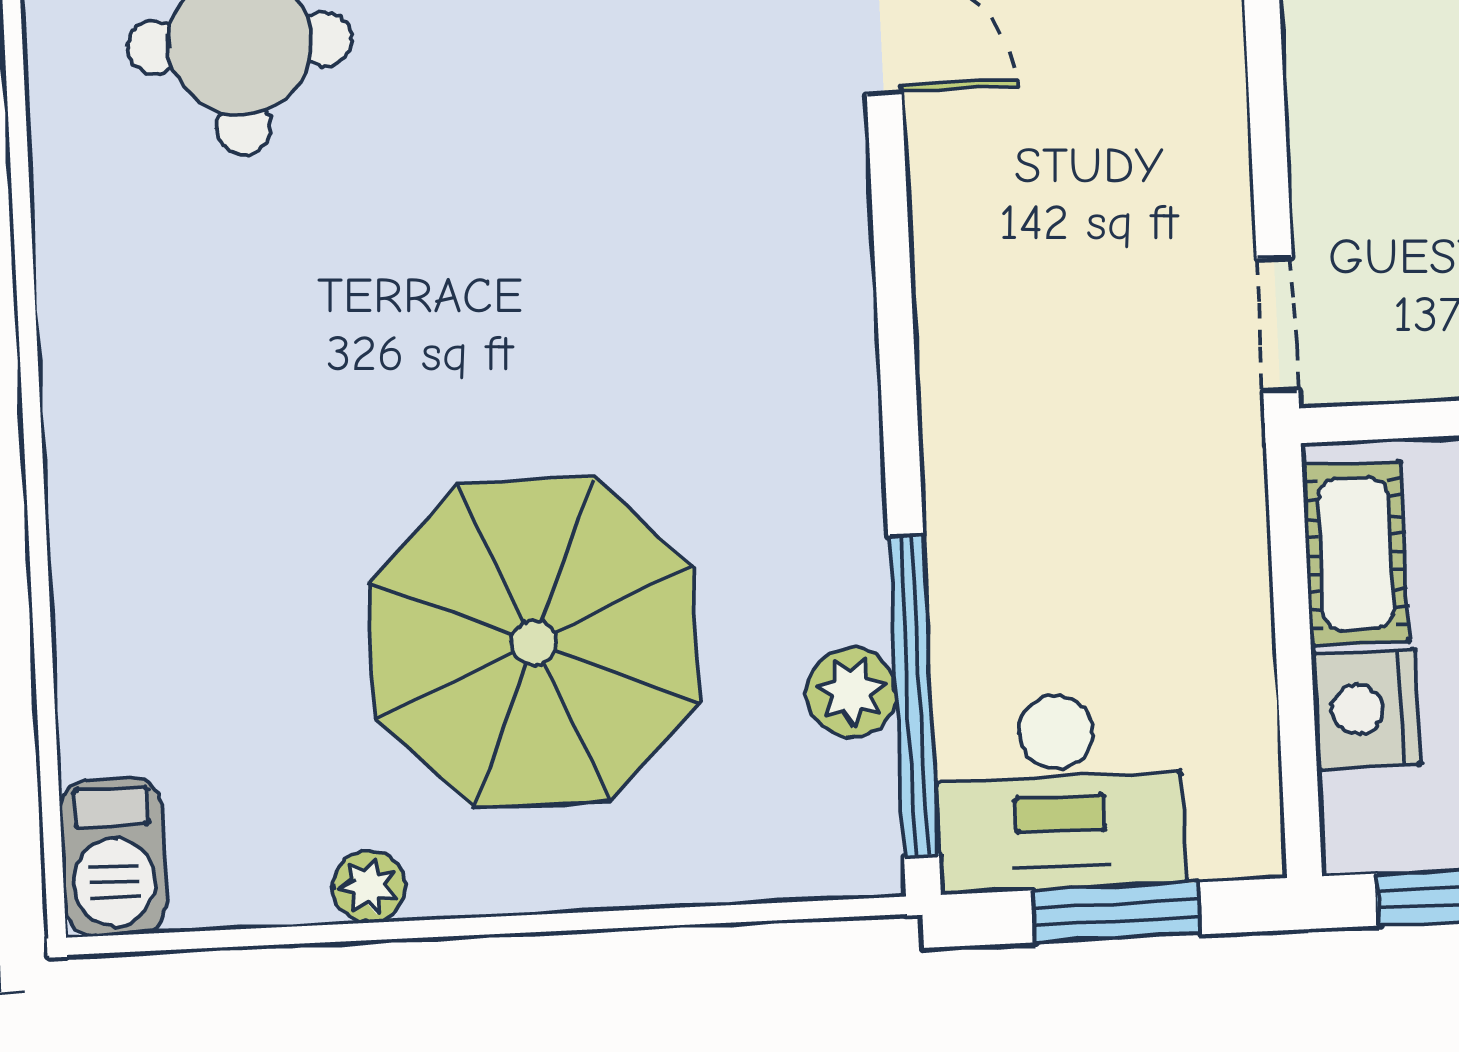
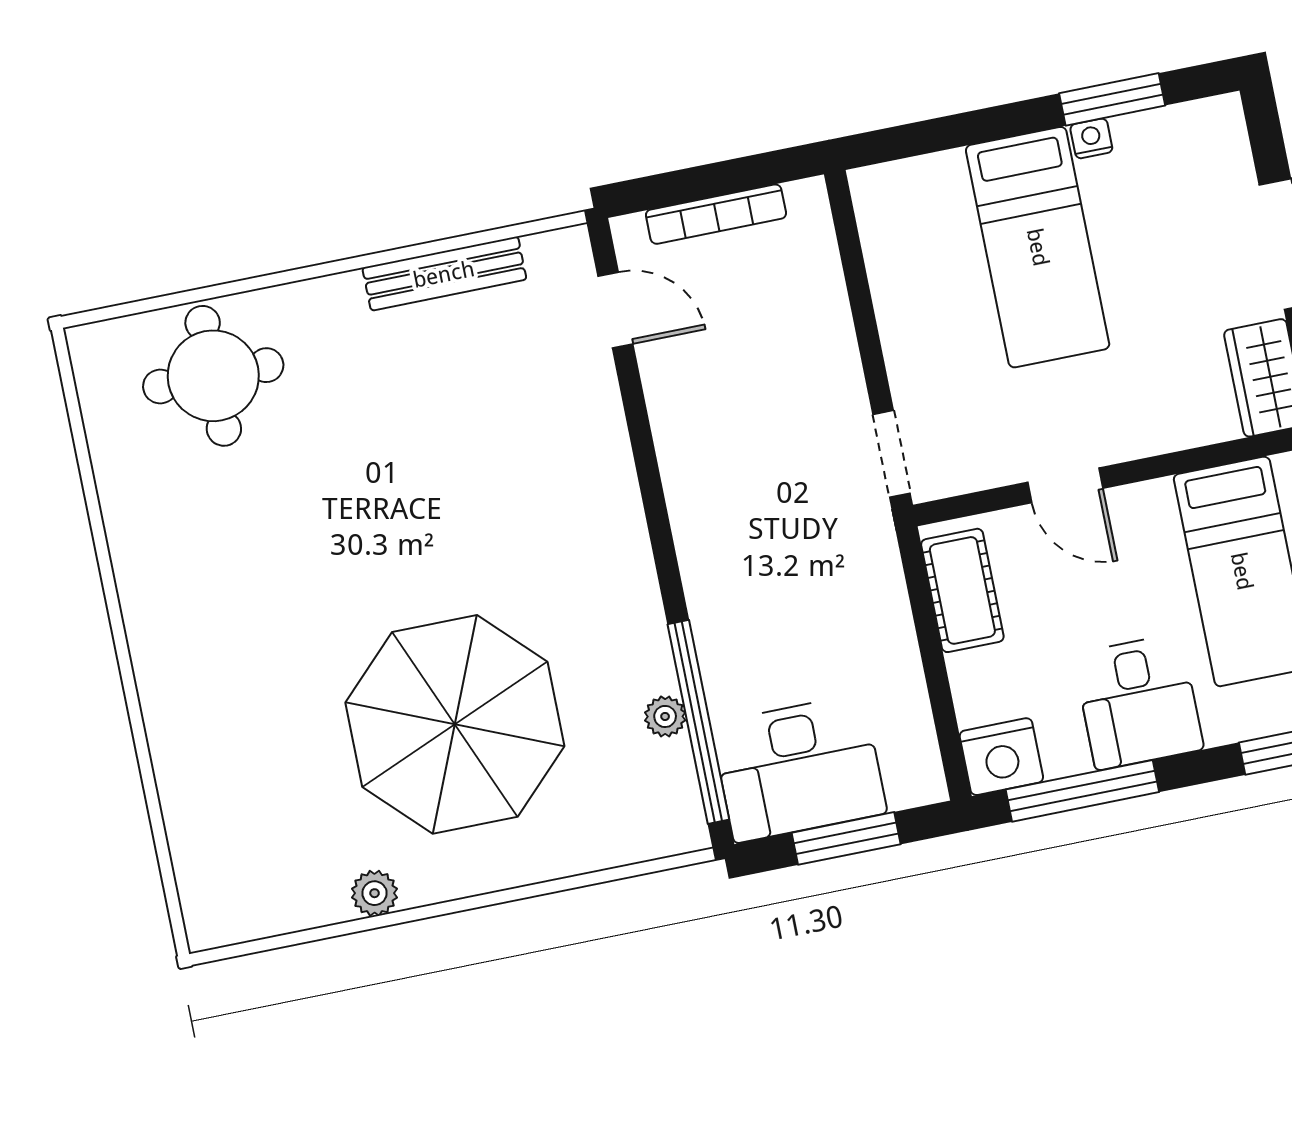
plant: (851, 693) -> (665, 716), width x0.73, depth x0.73
nightstand: (1366, 709) -> (1001, 757), moved, turned -90
barbecue: (113, 857) -> (211, 899), removed

